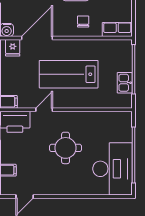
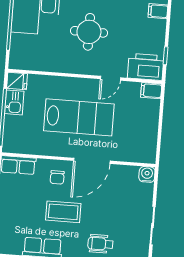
door: (37, 38) -> (92, 161), moved
fridge: (13, 48) -> (17, 81), moved, turned 90

